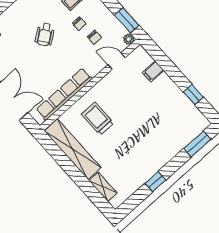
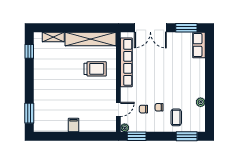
wheelchair: (45, 34) -> (171, 82), removed
filing cabinet: (153, 71) -> (74, 125), moved
window: (193, 95) -> (60, 136), removed
window: (155, 182) -> (29, 51), moved

